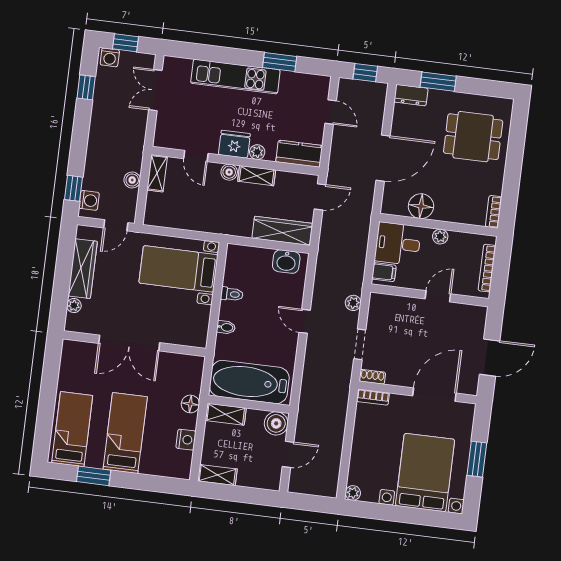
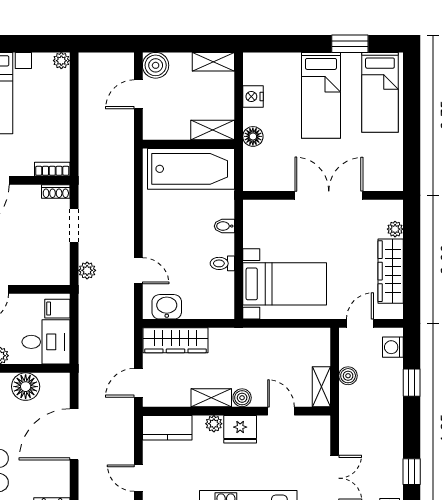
window: (74, 188) -> (412, 383), moved
door: (305, 321) -> (138, 271), moved
boiler: (276, 423) -> (156, 65), moved

